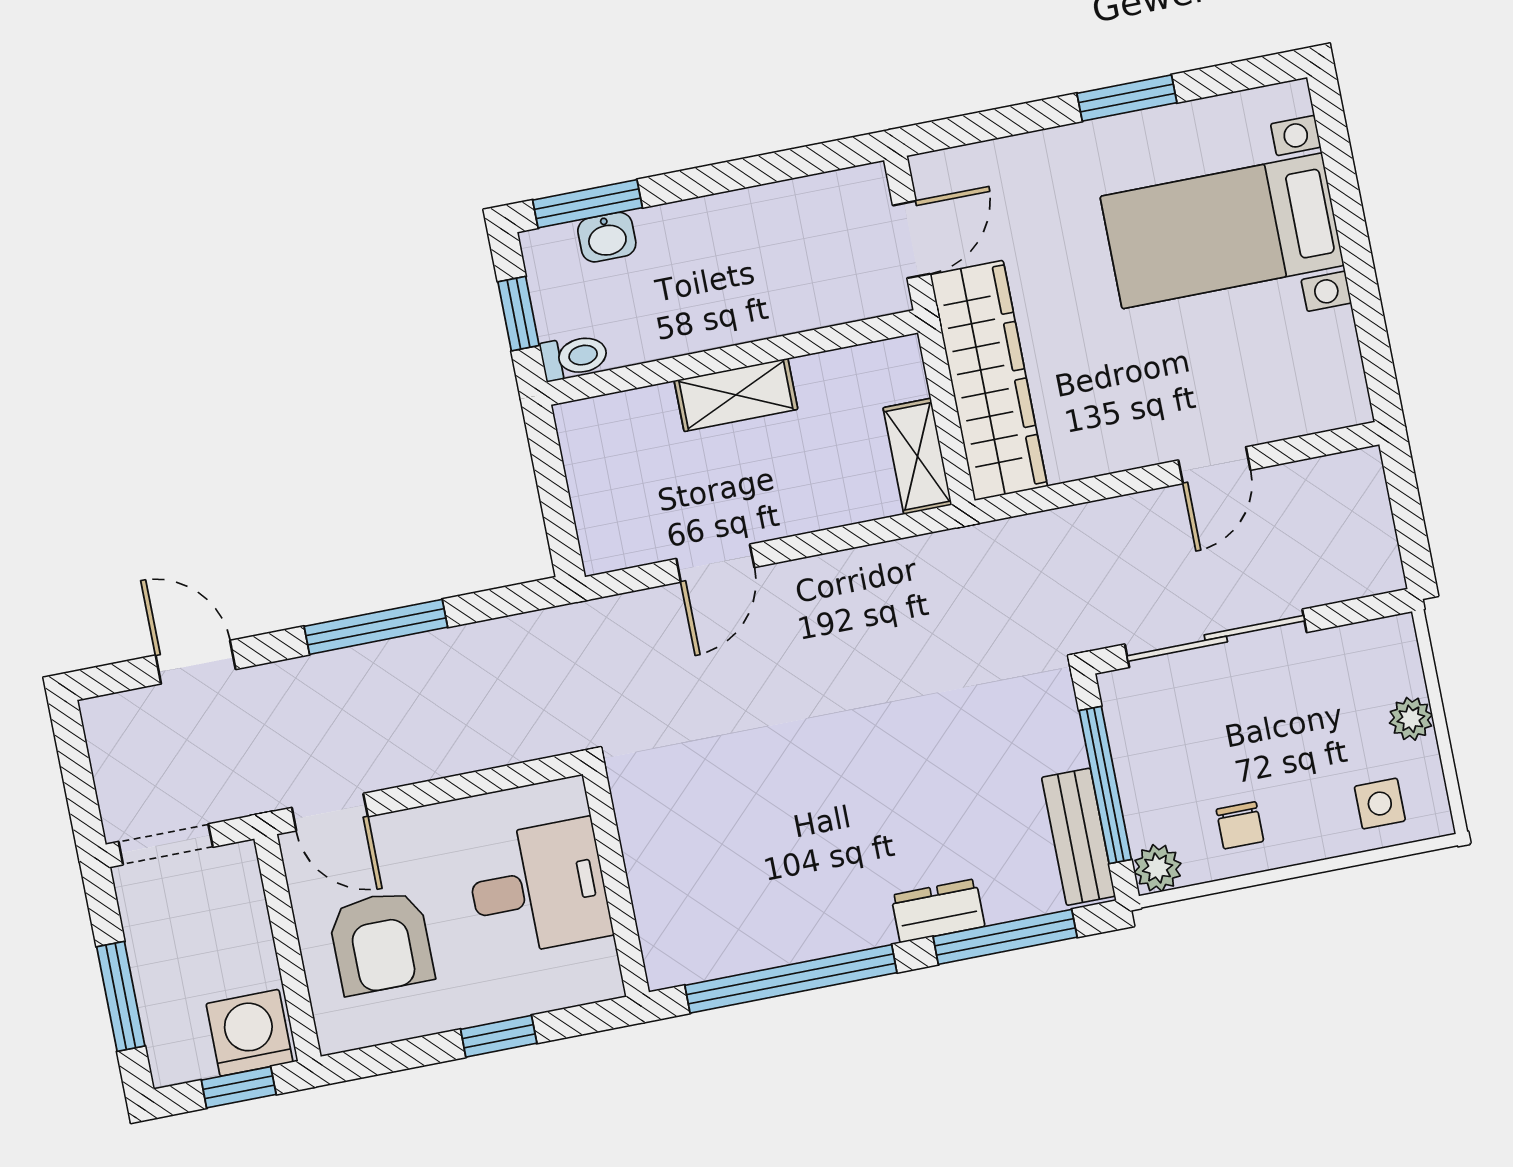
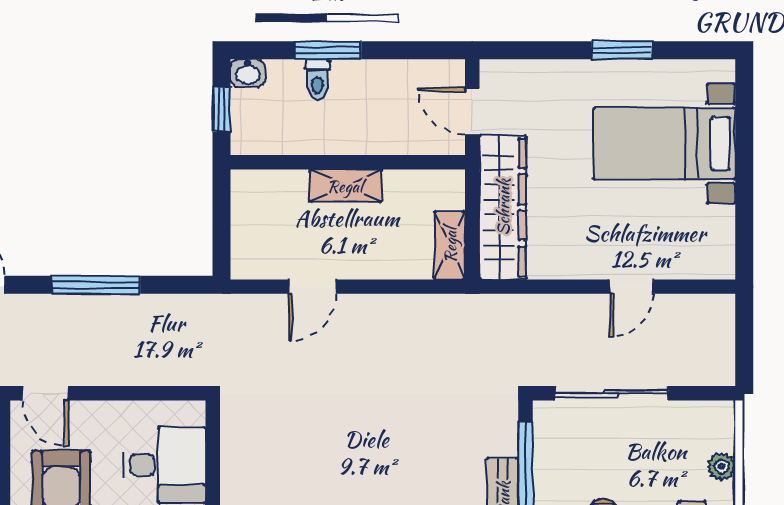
window: (587, 204) -> (328, 50), moved
washbasin: (607, 237) -> (248, 73), moved
door: (912, 240) -> (472, 111), swing flipped
toilet: (574, 357) -> (318, 79), moved, turned 90

